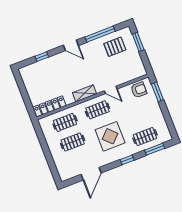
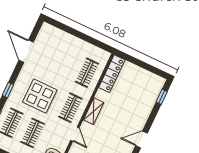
window: (42, 57) -> (162, 97), moved
door: (111, 90) -> (75, 134), swing flipped
clothes rail: (73, 142) -> (32, 133), moved

